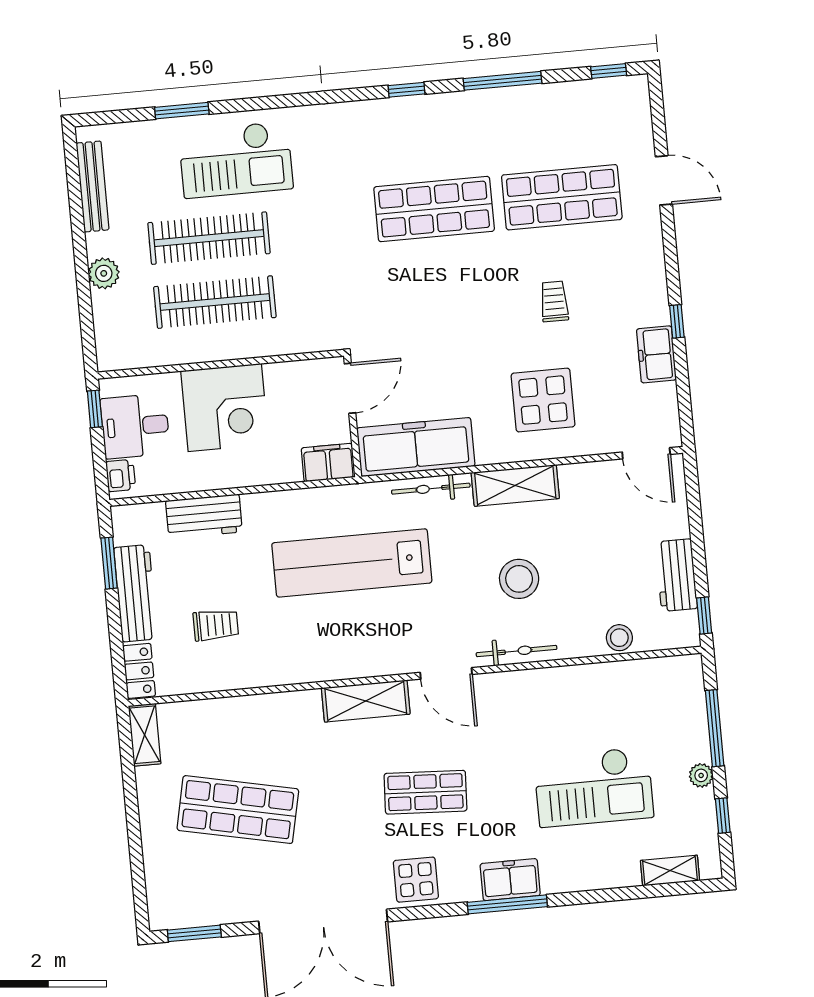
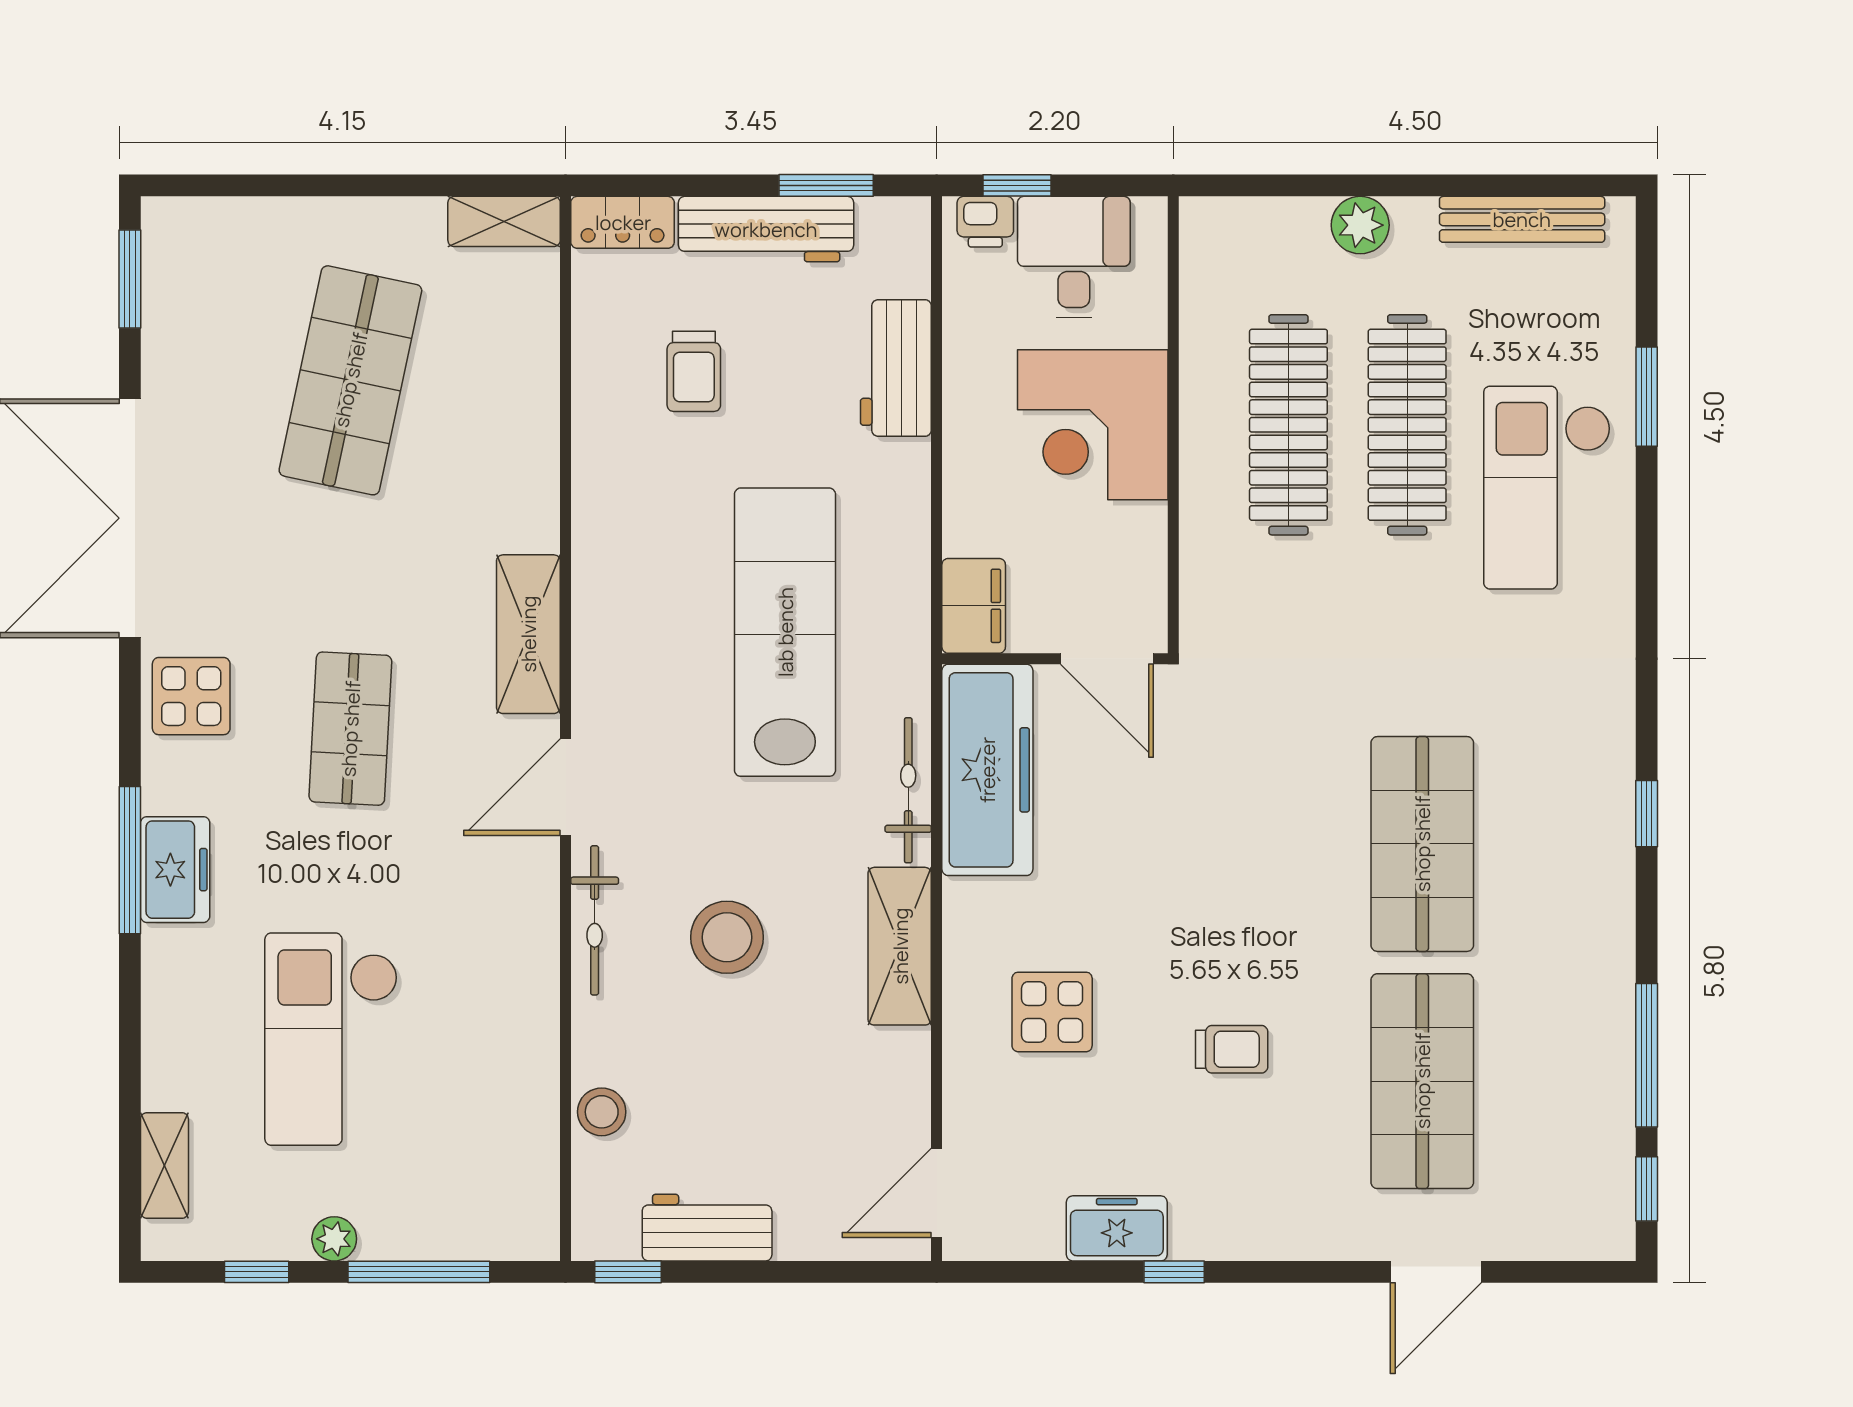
window: (503, 81) -> (1647, 1055), moved
display table: (543, 400) -> (1052, 1012), width x0.73, depth x0.73
window: (95, 409) -> (1017, 185), moved

